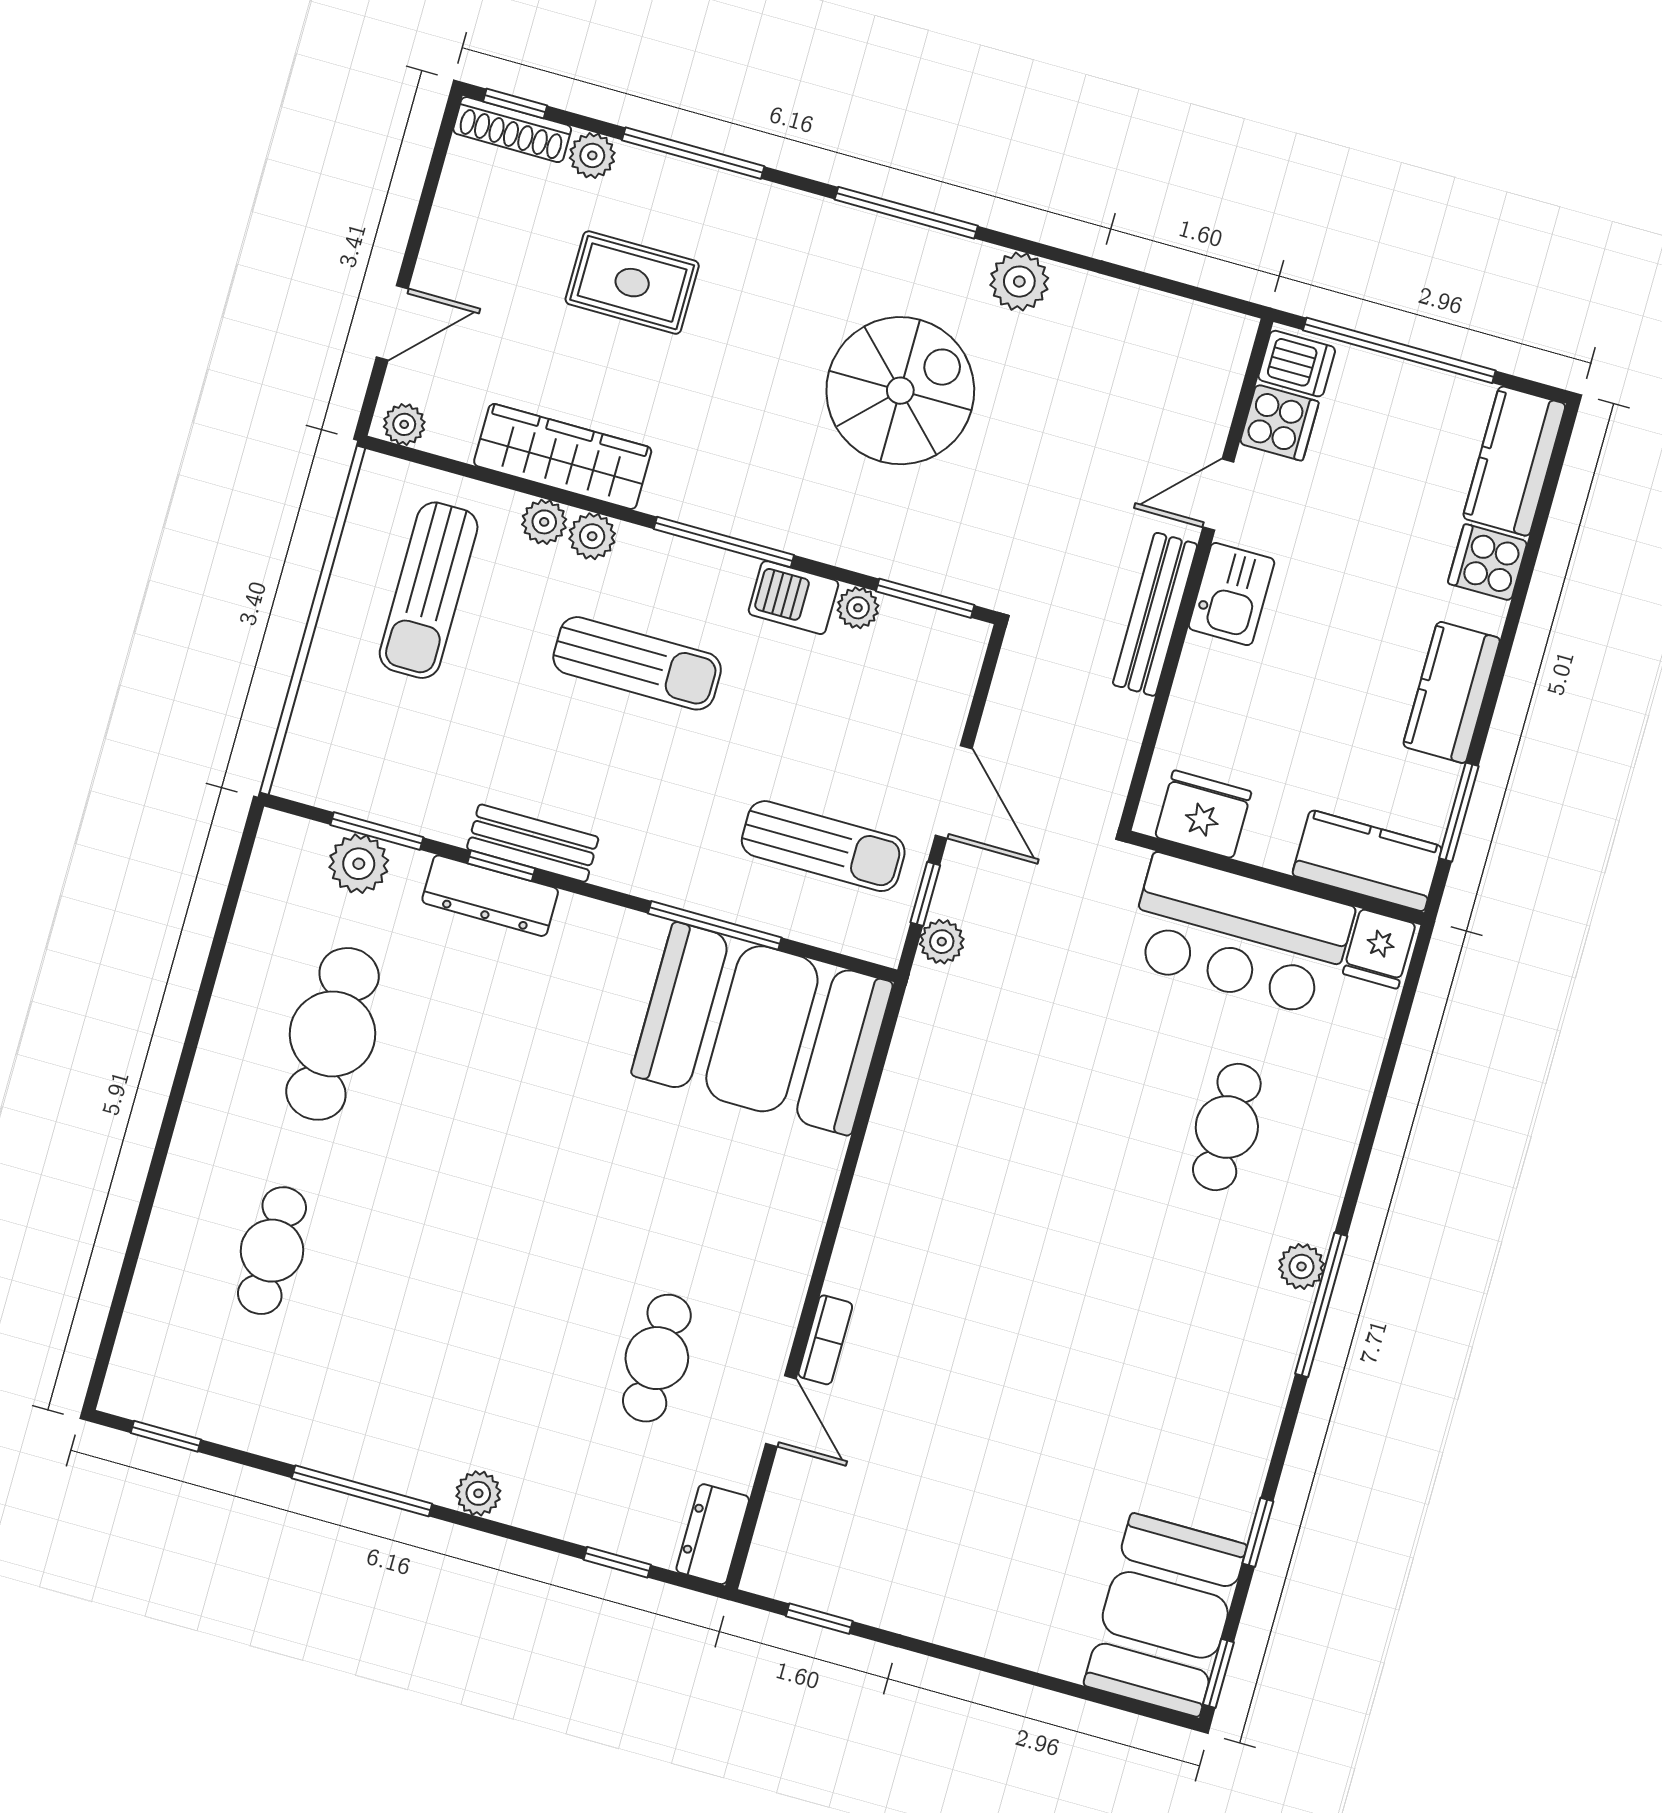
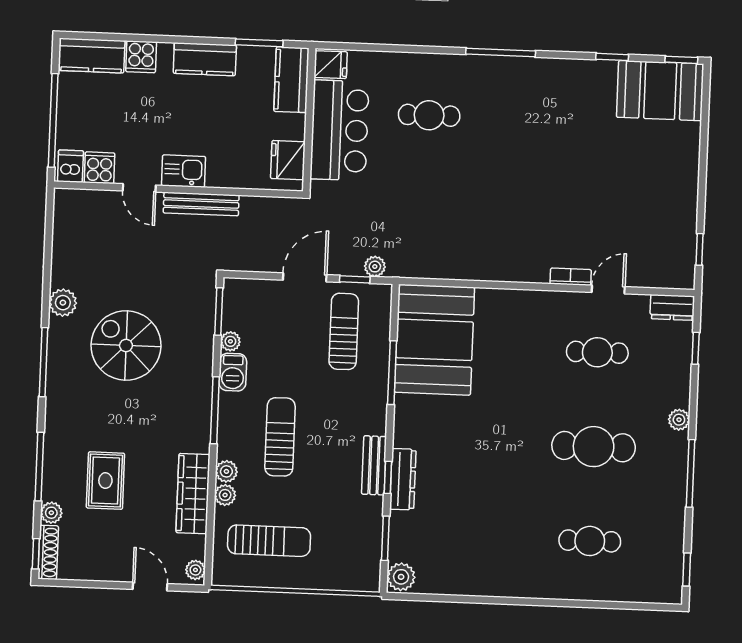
plant: (359, 864) -> (401, 577), moved
cafe table: (332, 1034) -> (594, 447), moved
plant: (1301, 1266) -> (485, 66), removed

